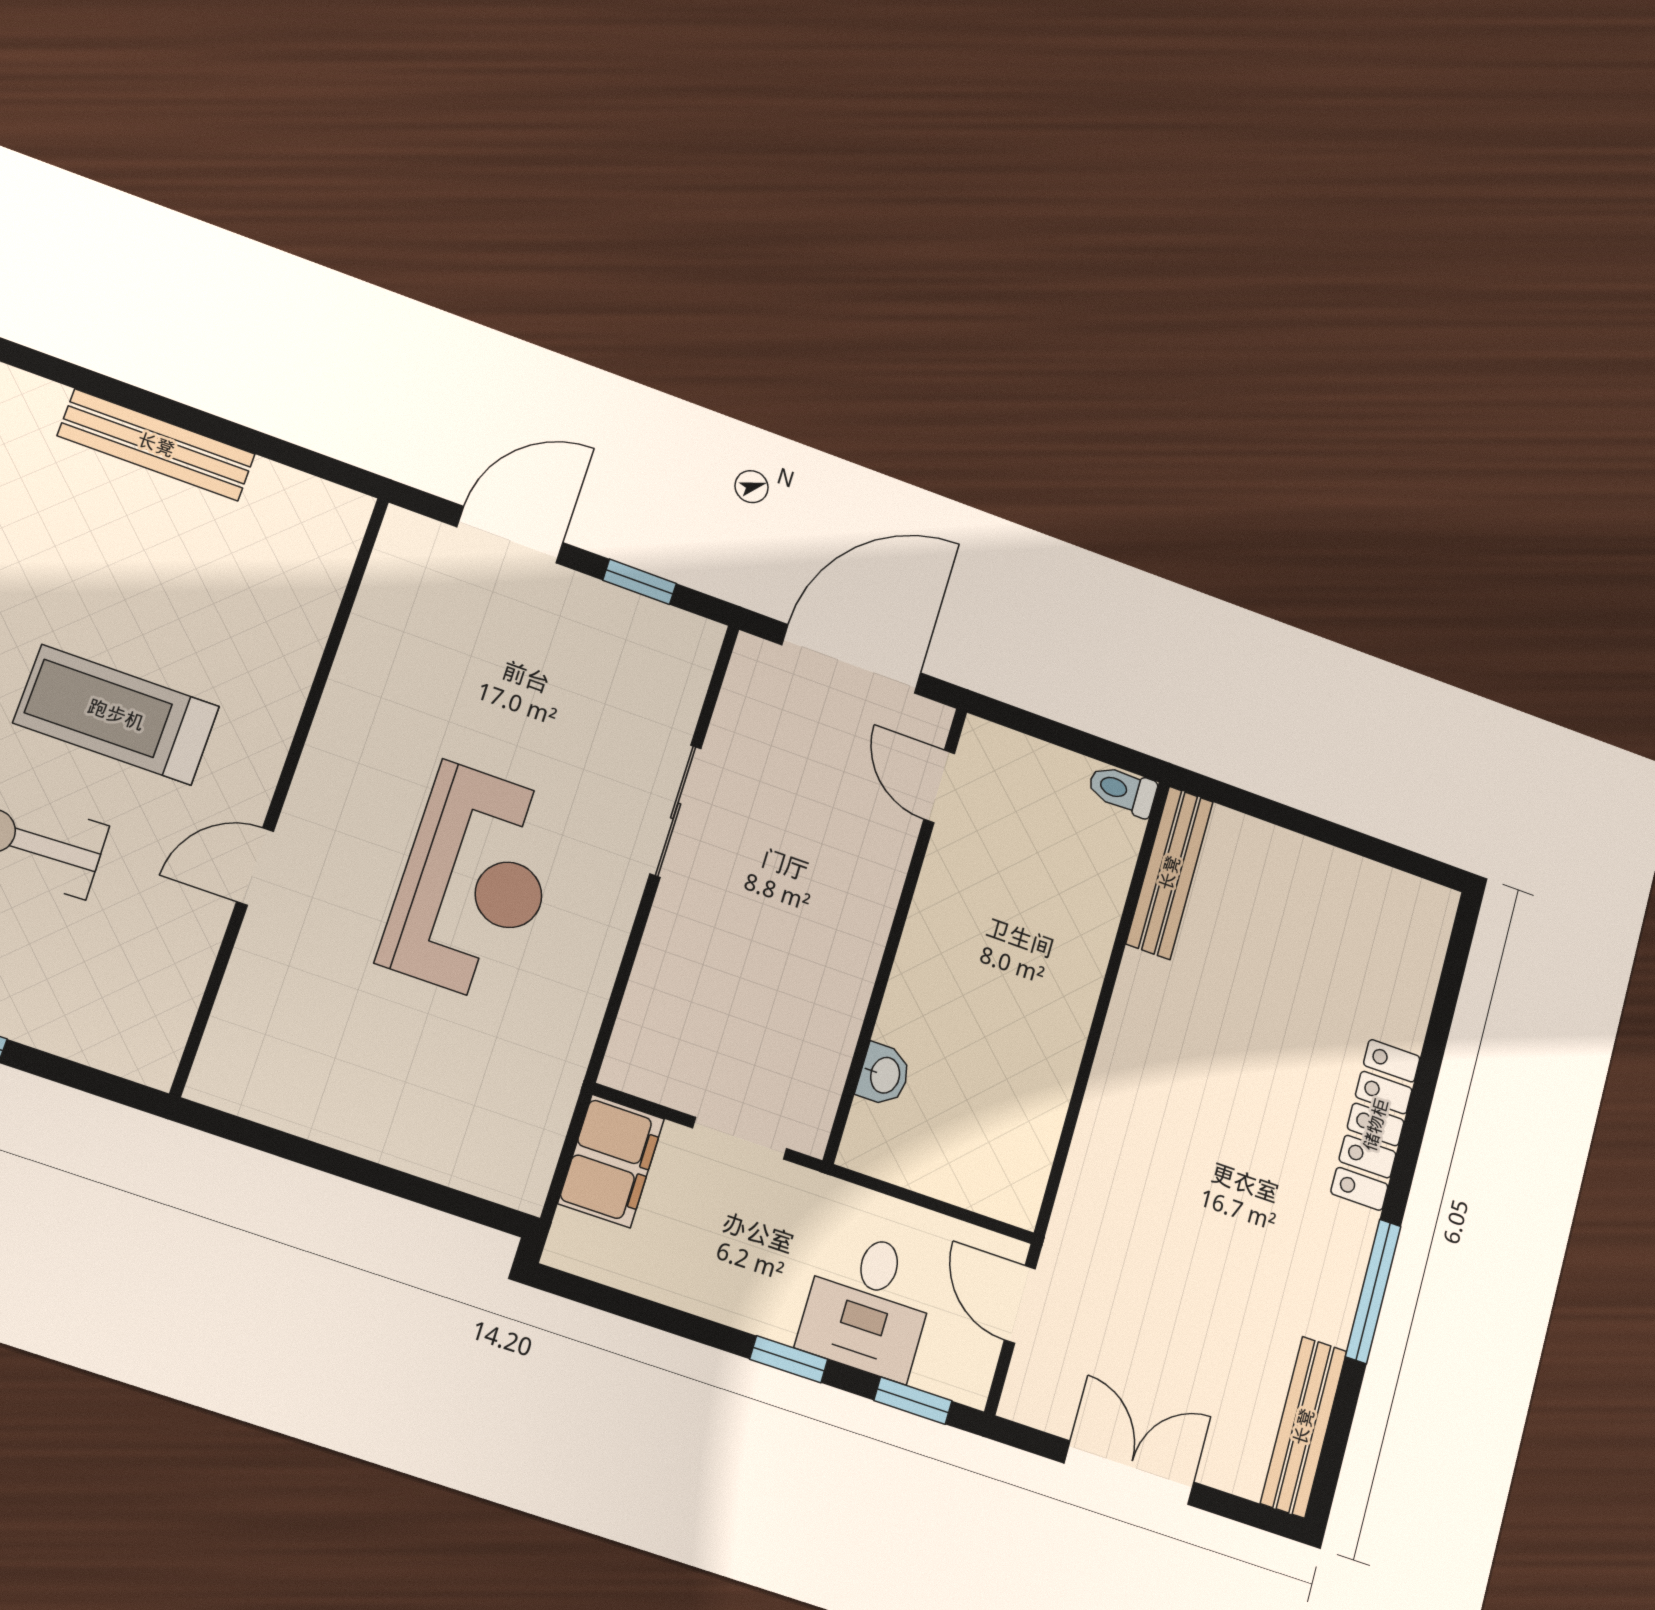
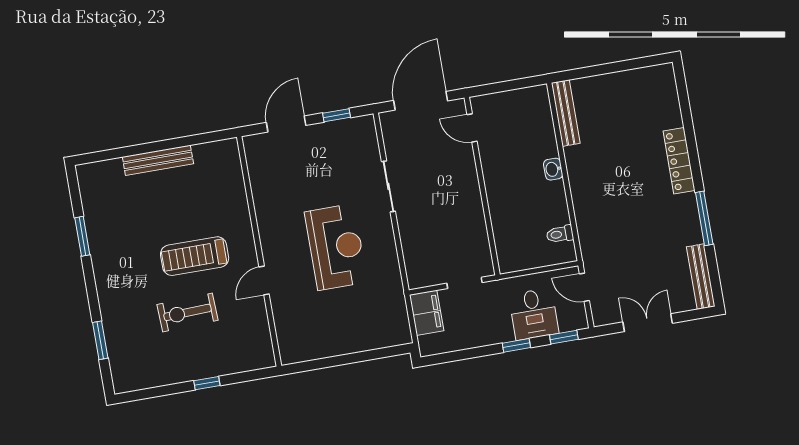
toilet: (1122, 790) -> (560, 234), moved
washbasin: (884, 1075) -> (553, 169), moved, turned 180

